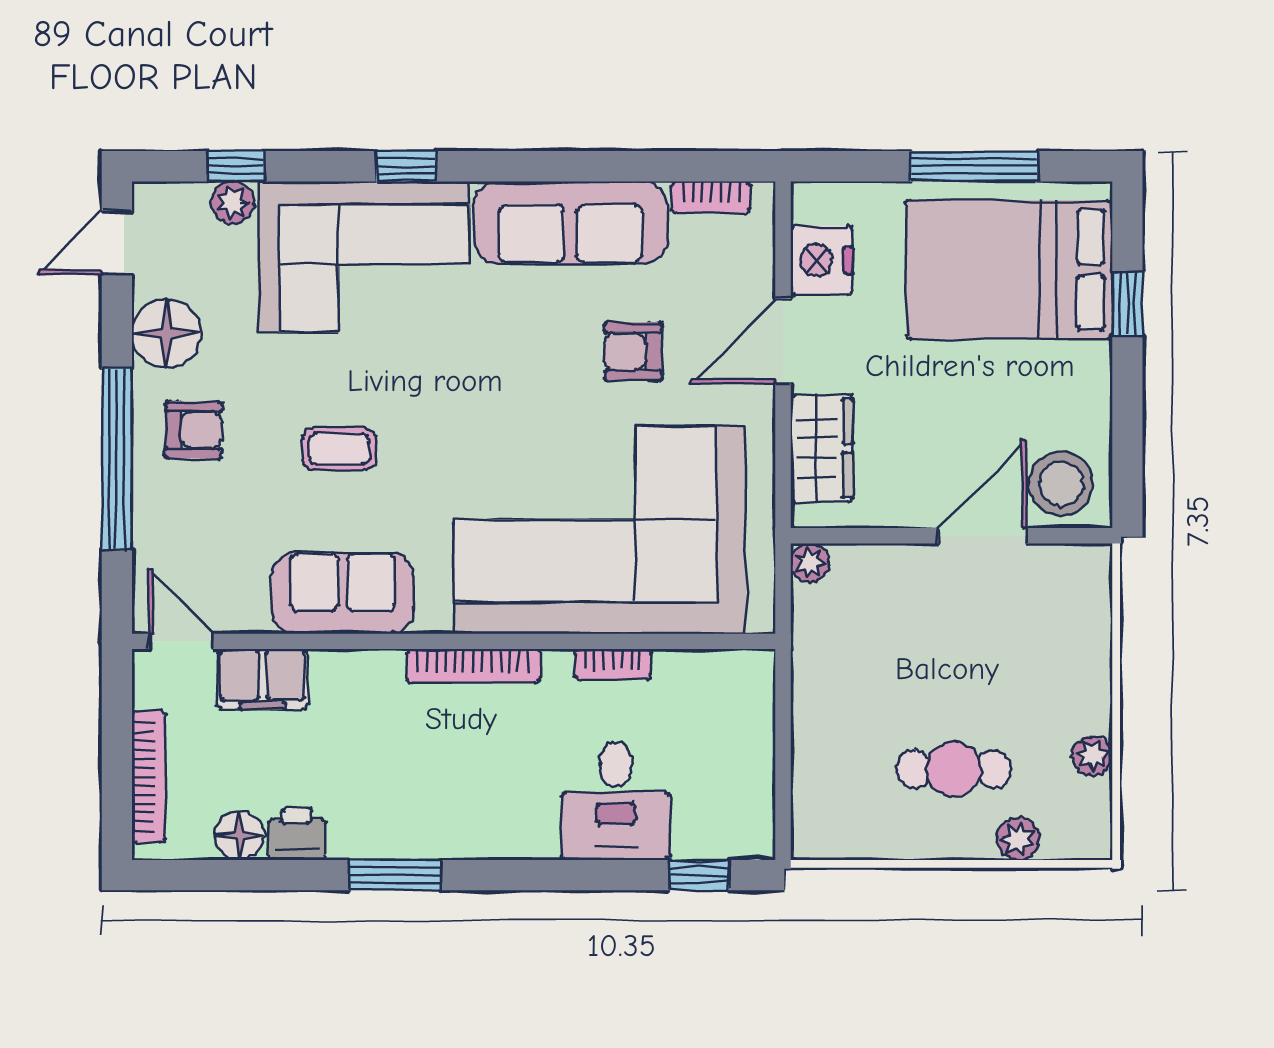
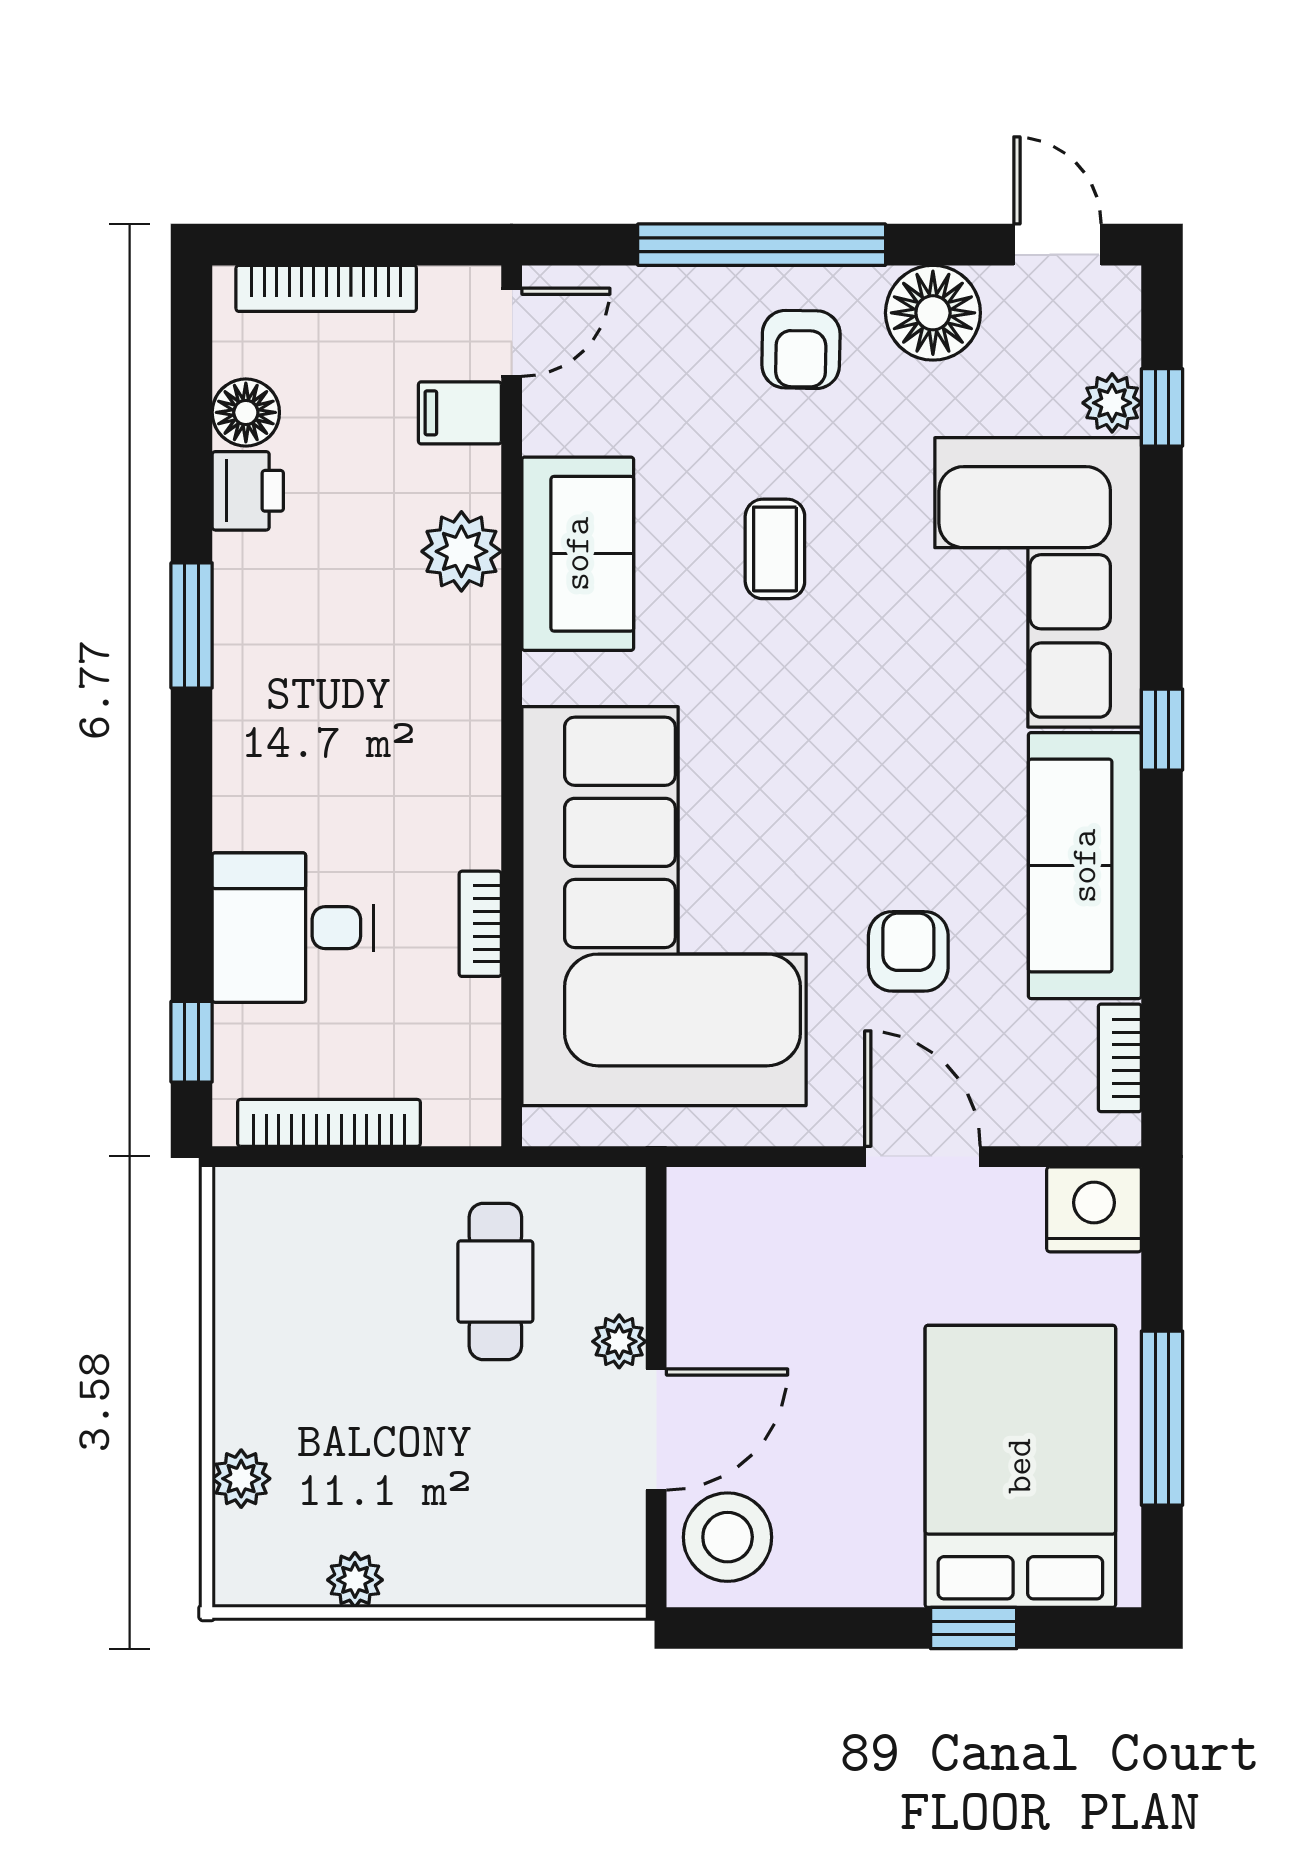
window: (406, 166) -> (1162, 730), moved
nightstand: (822, 260) -> (1094, 1209), moved
wardrobe: (822, 448) -> (776, 1210), removed
door: (982, 536) -> (656, 1429), hinge flipped
plant: (810, 563) -> (619, 1341), moved
bookcase: (473, 666) -> (329, 1123), moved, turned 90
plant: (341, 678) -> (461, 551), added
filing cabinet: (262, 679) -> (460, 413), width x0.50
cafe table: (954, 769) -> (495, 1282), moved

